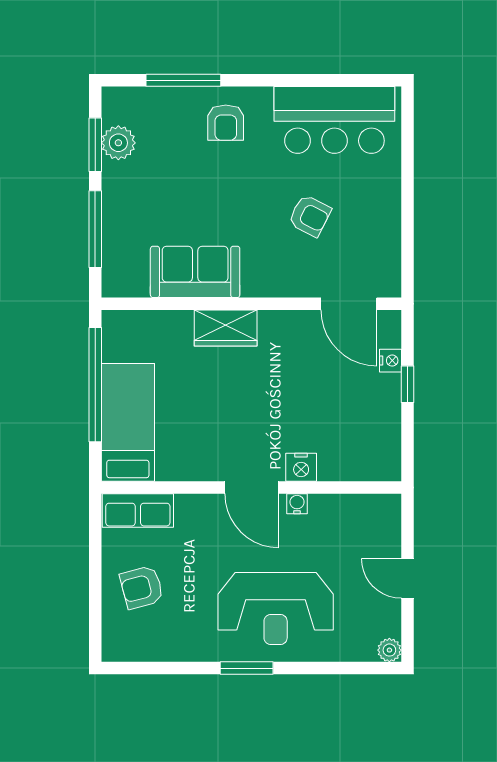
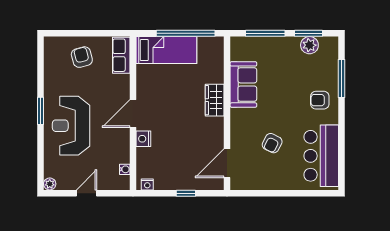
nightstand: (390, 361) -> (147, 184), moved
water cooler: (297, 504) -> (125, 169), moved

